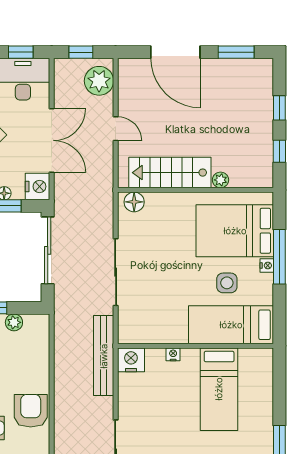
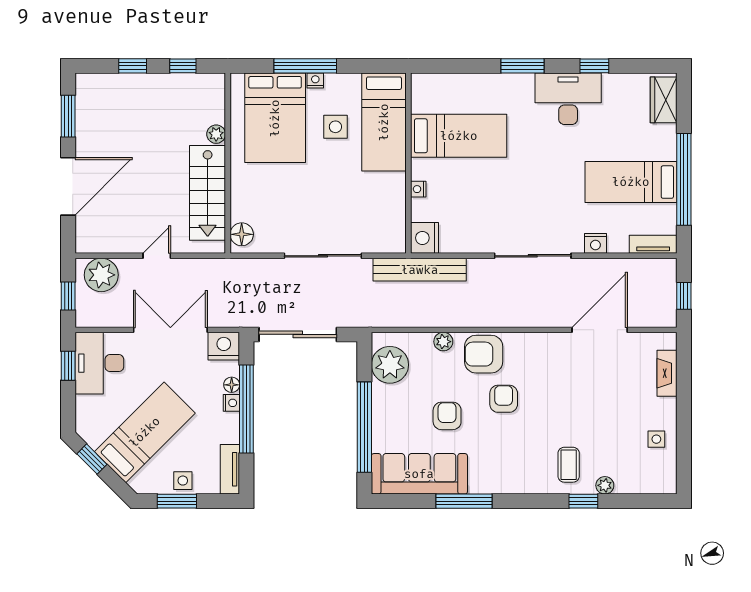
plant: (14, 322) -> (390, 365), width x1.88, depth x1.88
plant: (42, 376) -> (443, 342), added

